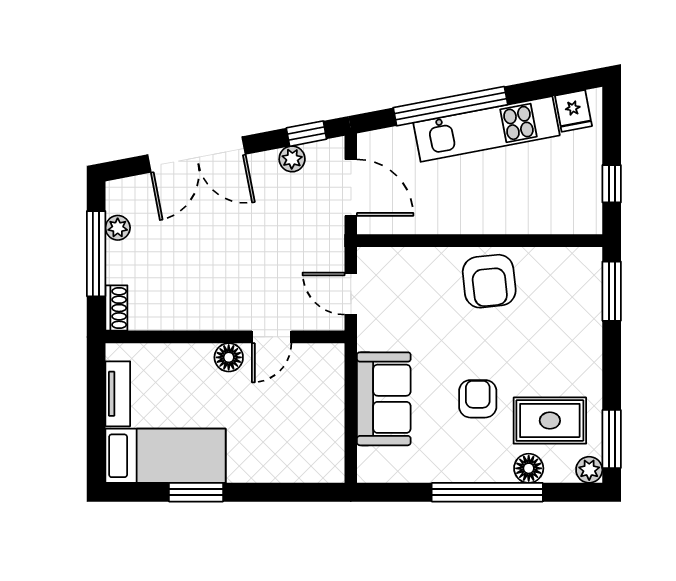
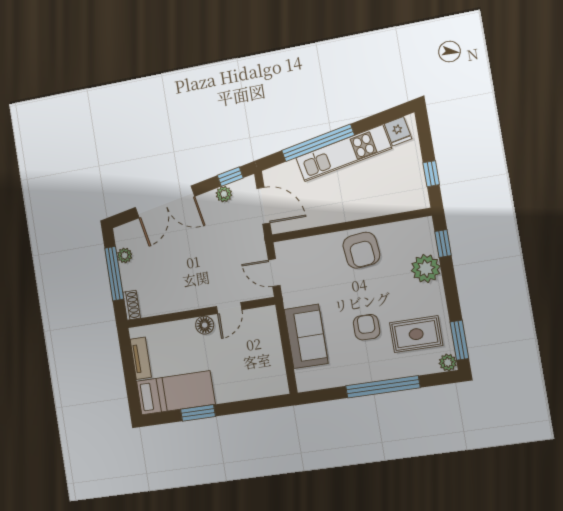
window: (612, 291) -> (443, 243), width x0.67
plant: (580, 325) -> (426, 269), added
floor lamp: (529, 468) -> (407, 367), removed

